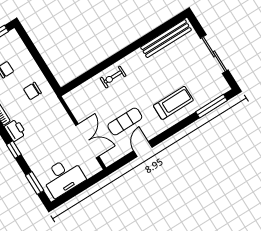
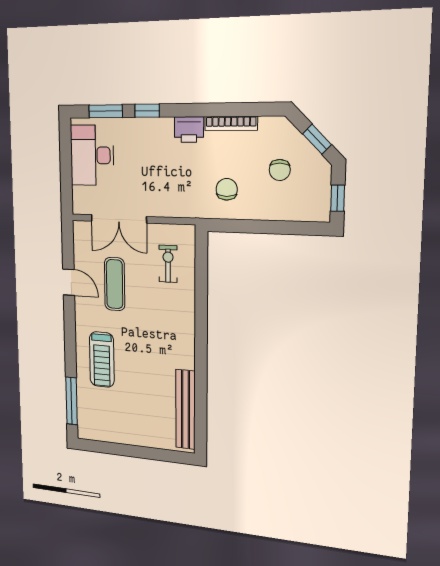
sliding door: (214, 54) -> (130, 451), removed
exercise bike: (113, 77) -> (168, 264), moved
window: (14, 150) -> (147, 111), moved

